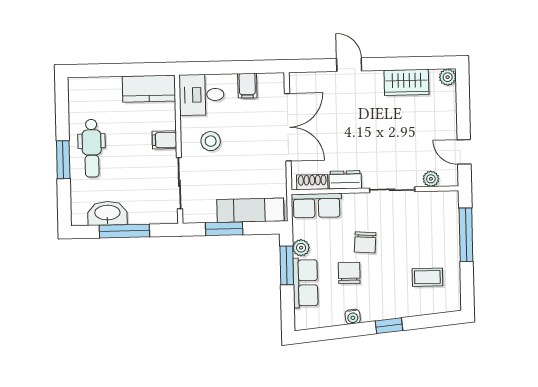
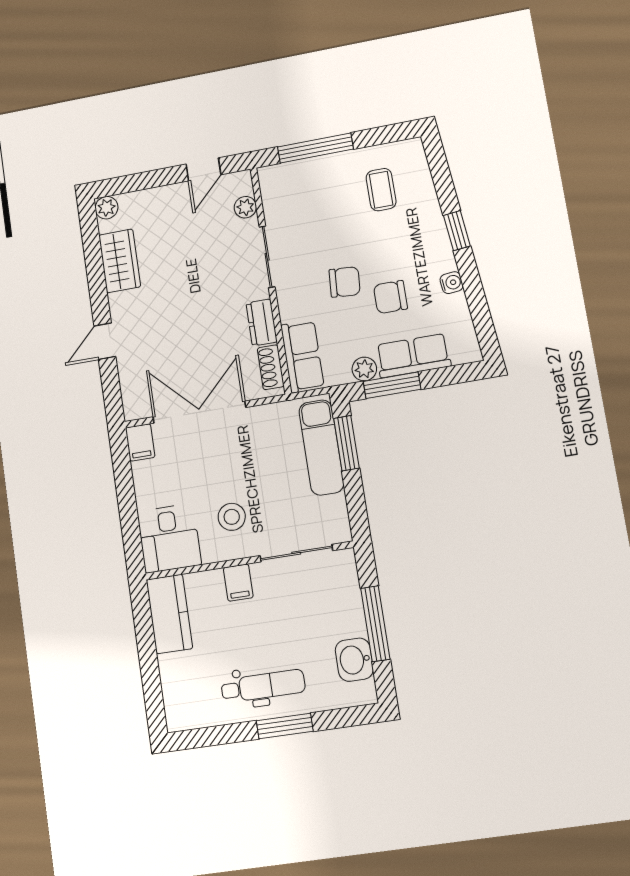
filing cabinet: (247, 86) -> (140, 442), moved, turned 90
washbasin: (107, 213) -> (354, 660), width x0.72
window: (224, 229) -> (346, 443), moved

